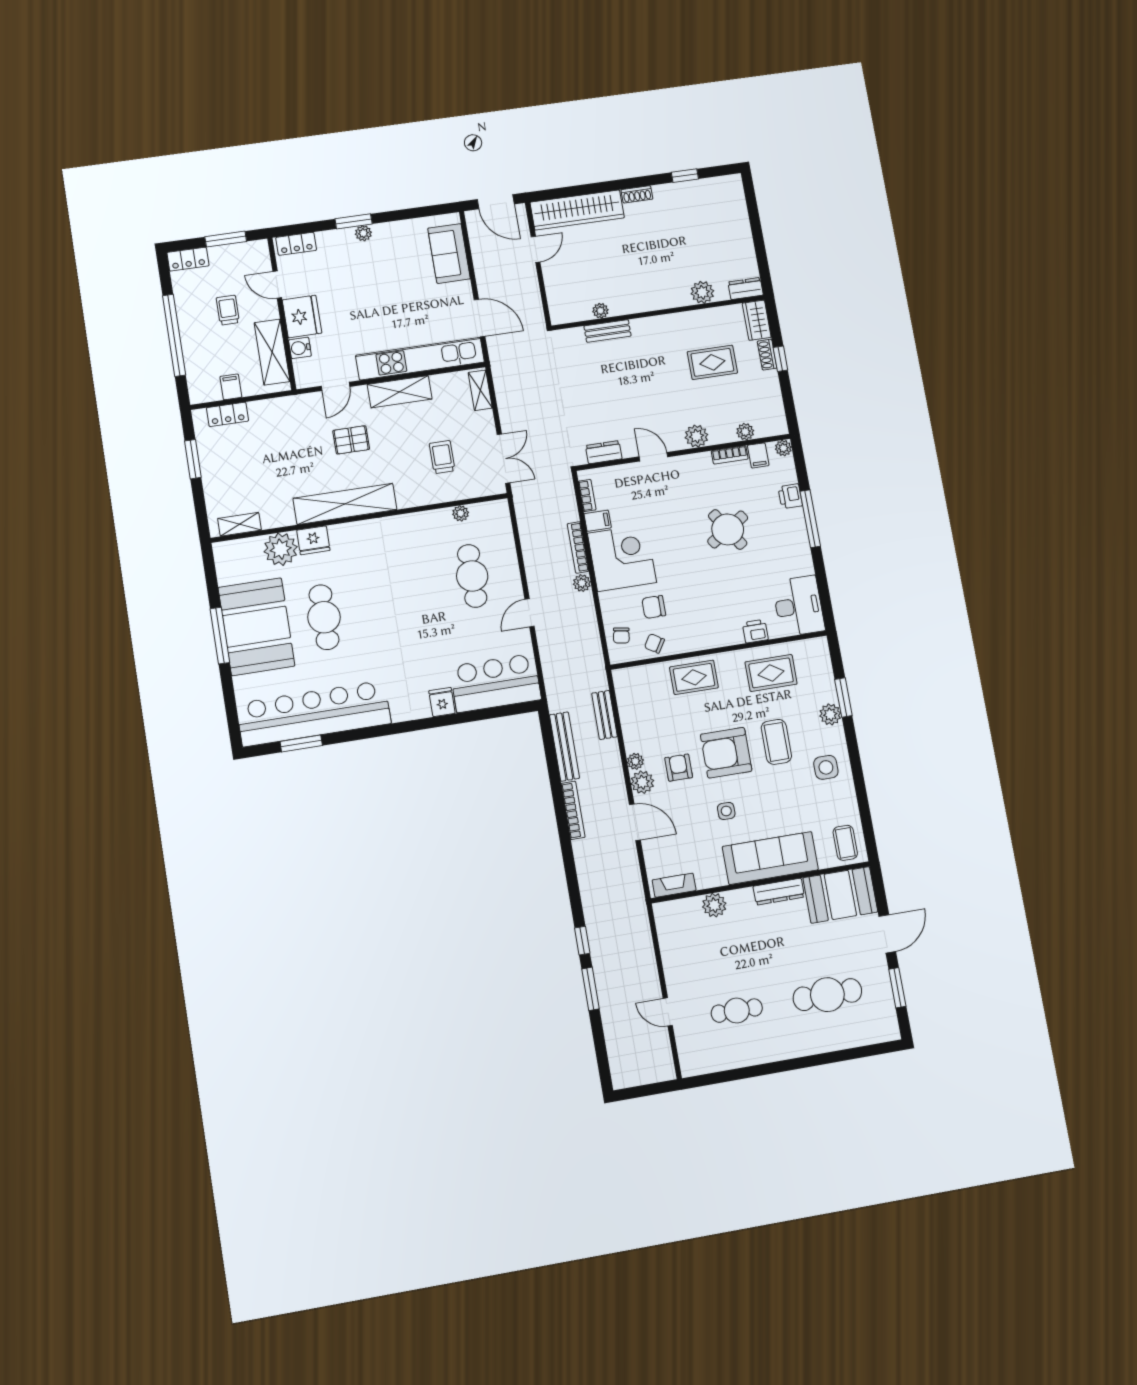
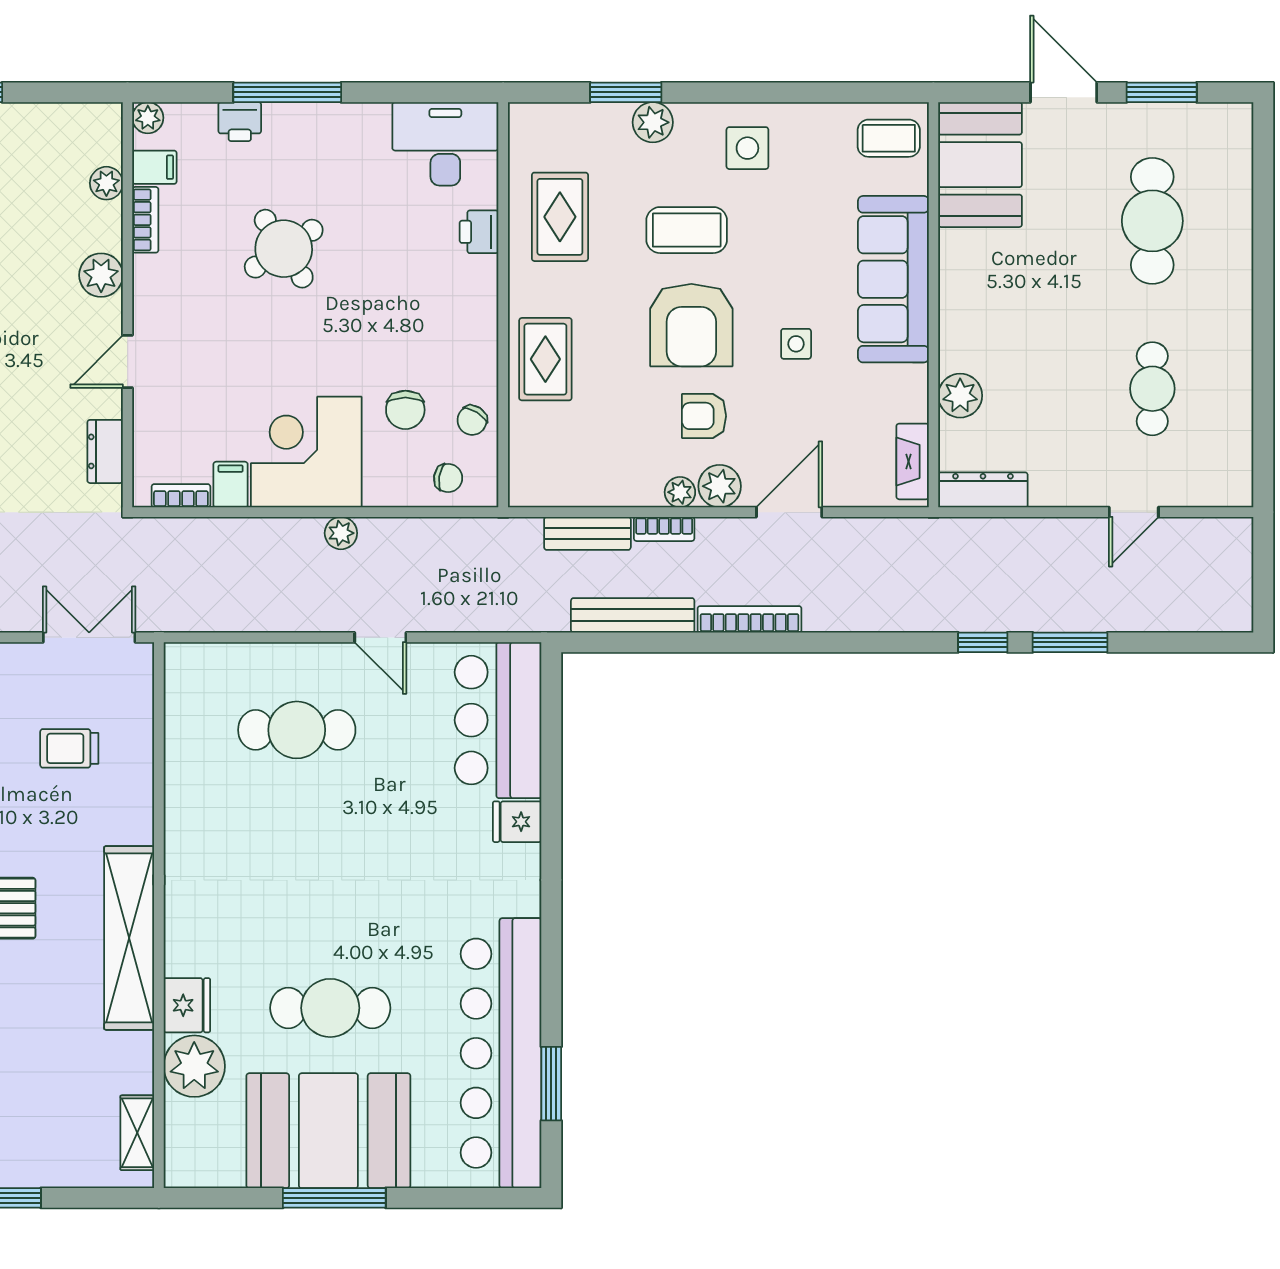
plant: (461, 513) -> (178, 732), removed
bookcase: (578, 547) -> (664, 529), moved, width x0.64
dresser: (779, 892) -> (983, 490), moved, turned -90

